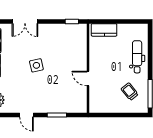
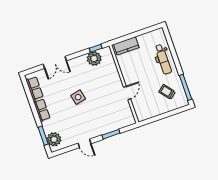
plant: (67, 31) -> (94, 59), added
dental chair: (137, 57) -> (163, 59), turned 180
door: (88, 79) -> (127, 93), swing flipped

